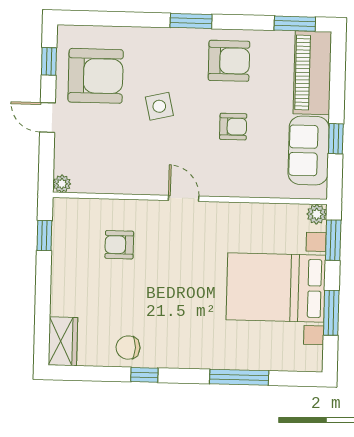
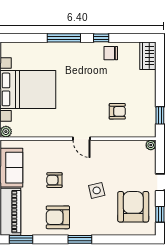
armchair: (96, 76) -> (133, 207), turned 90
chair: (128, 348) -> (111, 53), turned 180
window: (239, 377) -> (64, 38), moved

